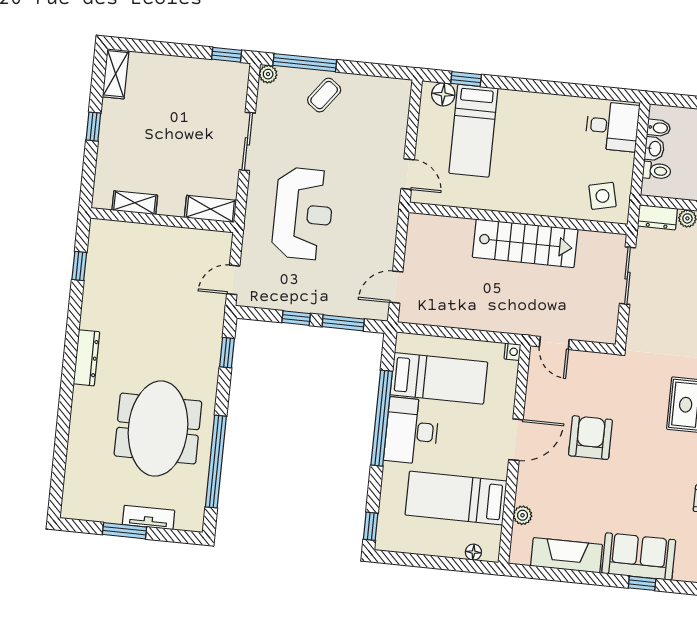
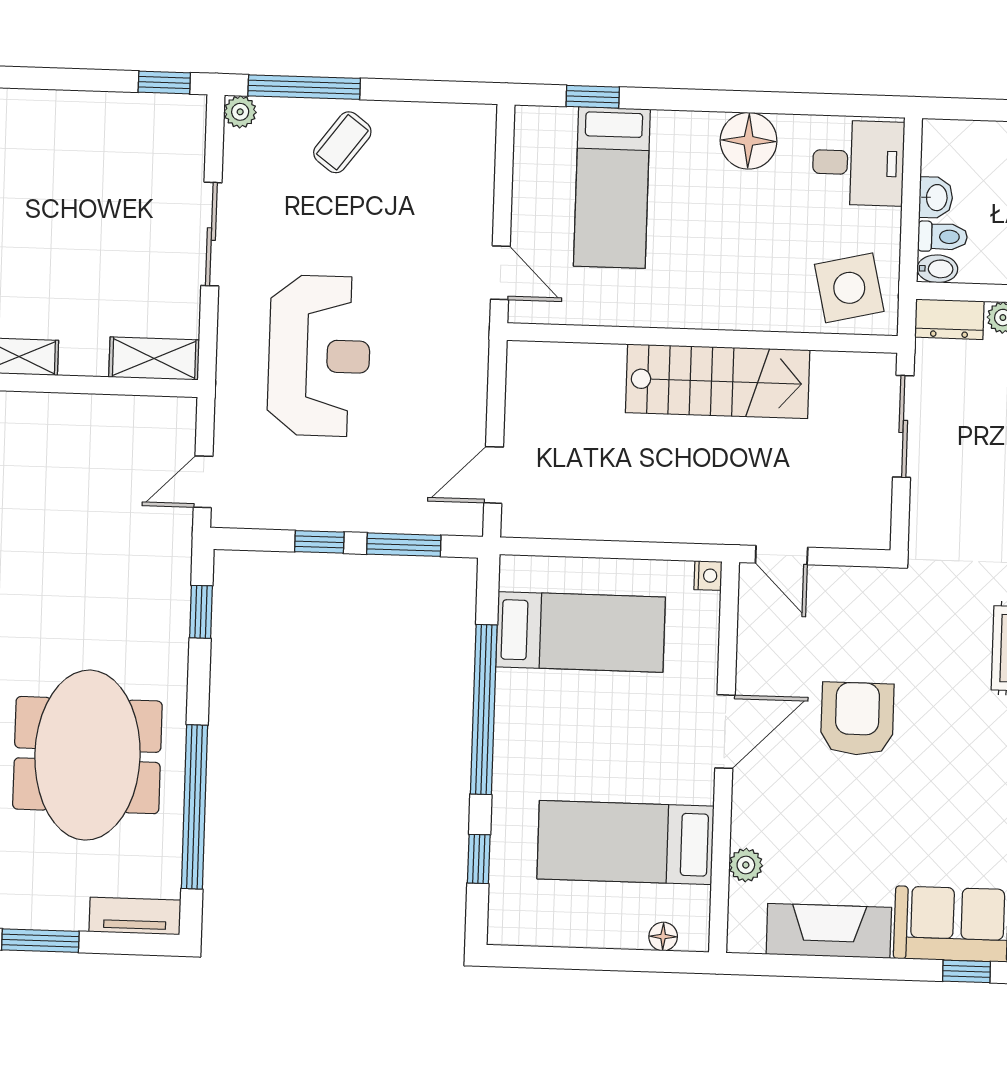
floor lamp: (443, 94) -> (749, 141), moved, width x1.38, depth x1.38
bidet: (659, 128) -> (937, 269), moved
side table: (602, 196) -> (849, 288), width x1.37, depth x1.37
desk: (412, 431) -> (538, 729), removed
tv unit: (149, 517) -> (135, 916), moved
window: (371, 526) -> (479, 859), moved

